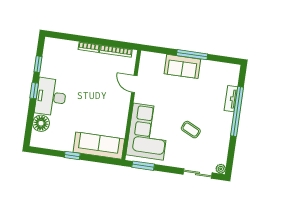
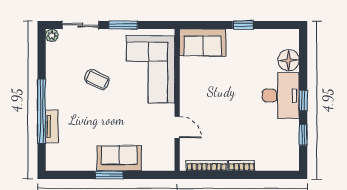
window: (192, 55) -> (109, 175), width x0.69
sofa: (99, 146) -> (203, 42), width x0.73
window: (143, 166) -> (123, 25), moved

